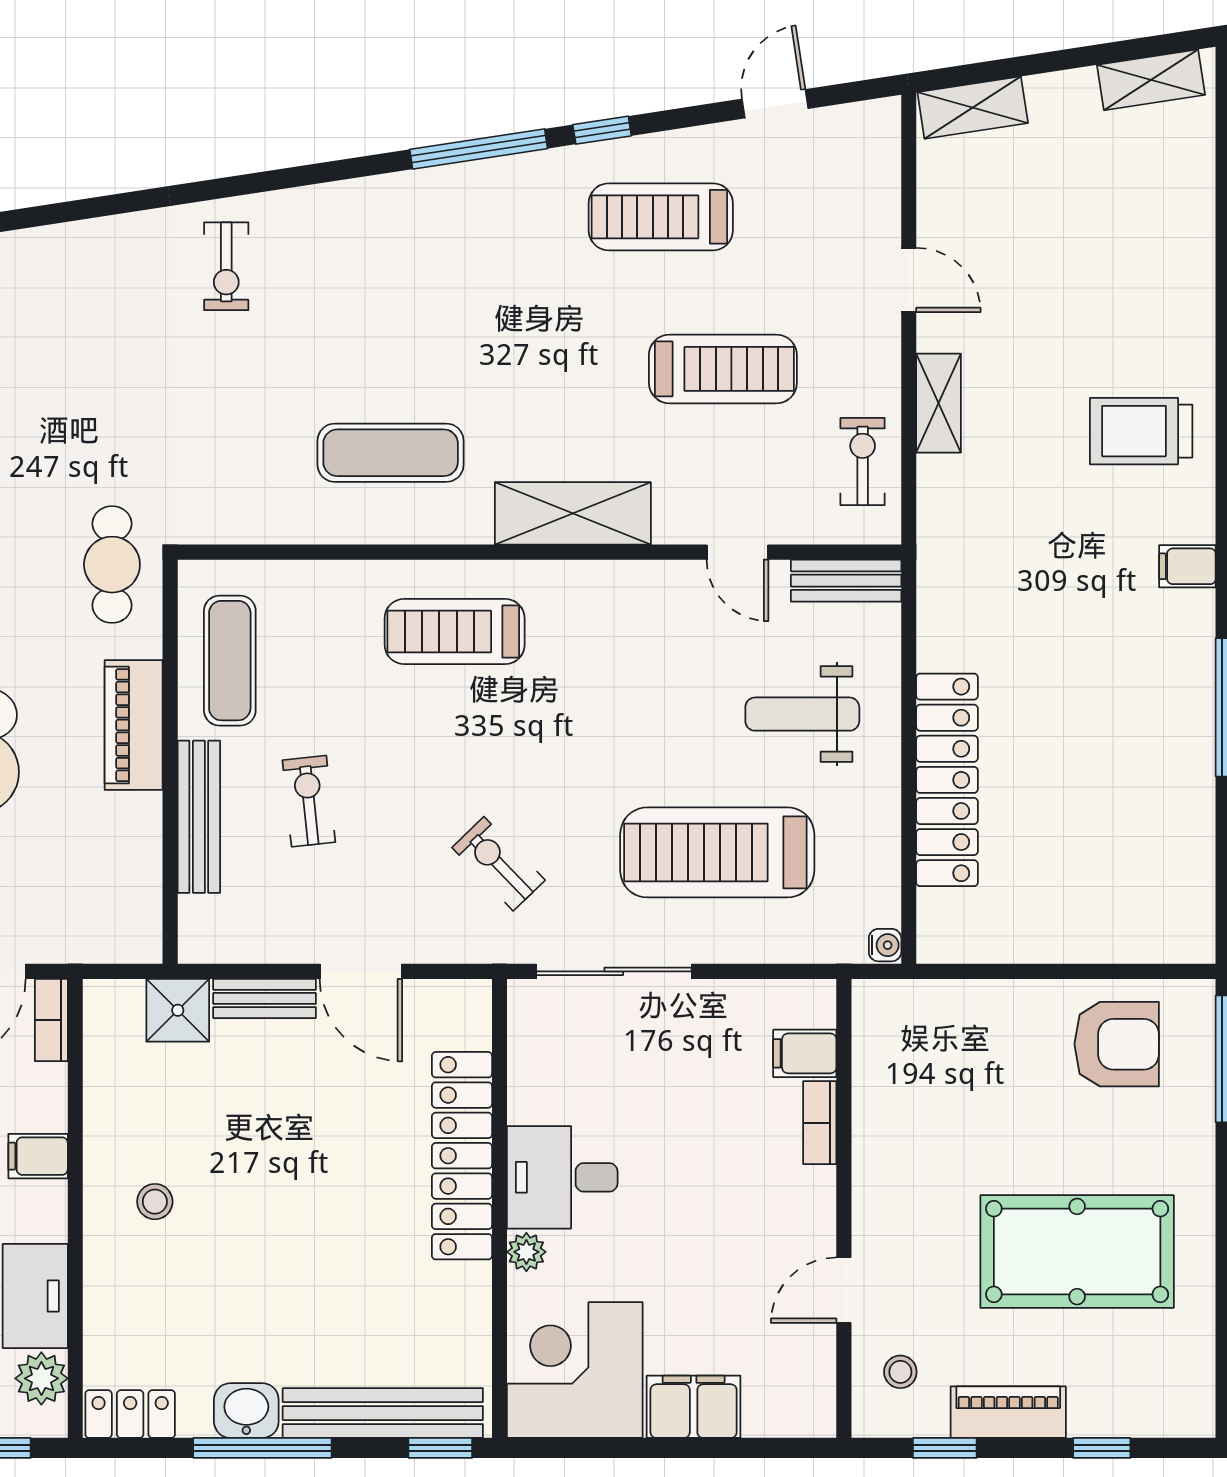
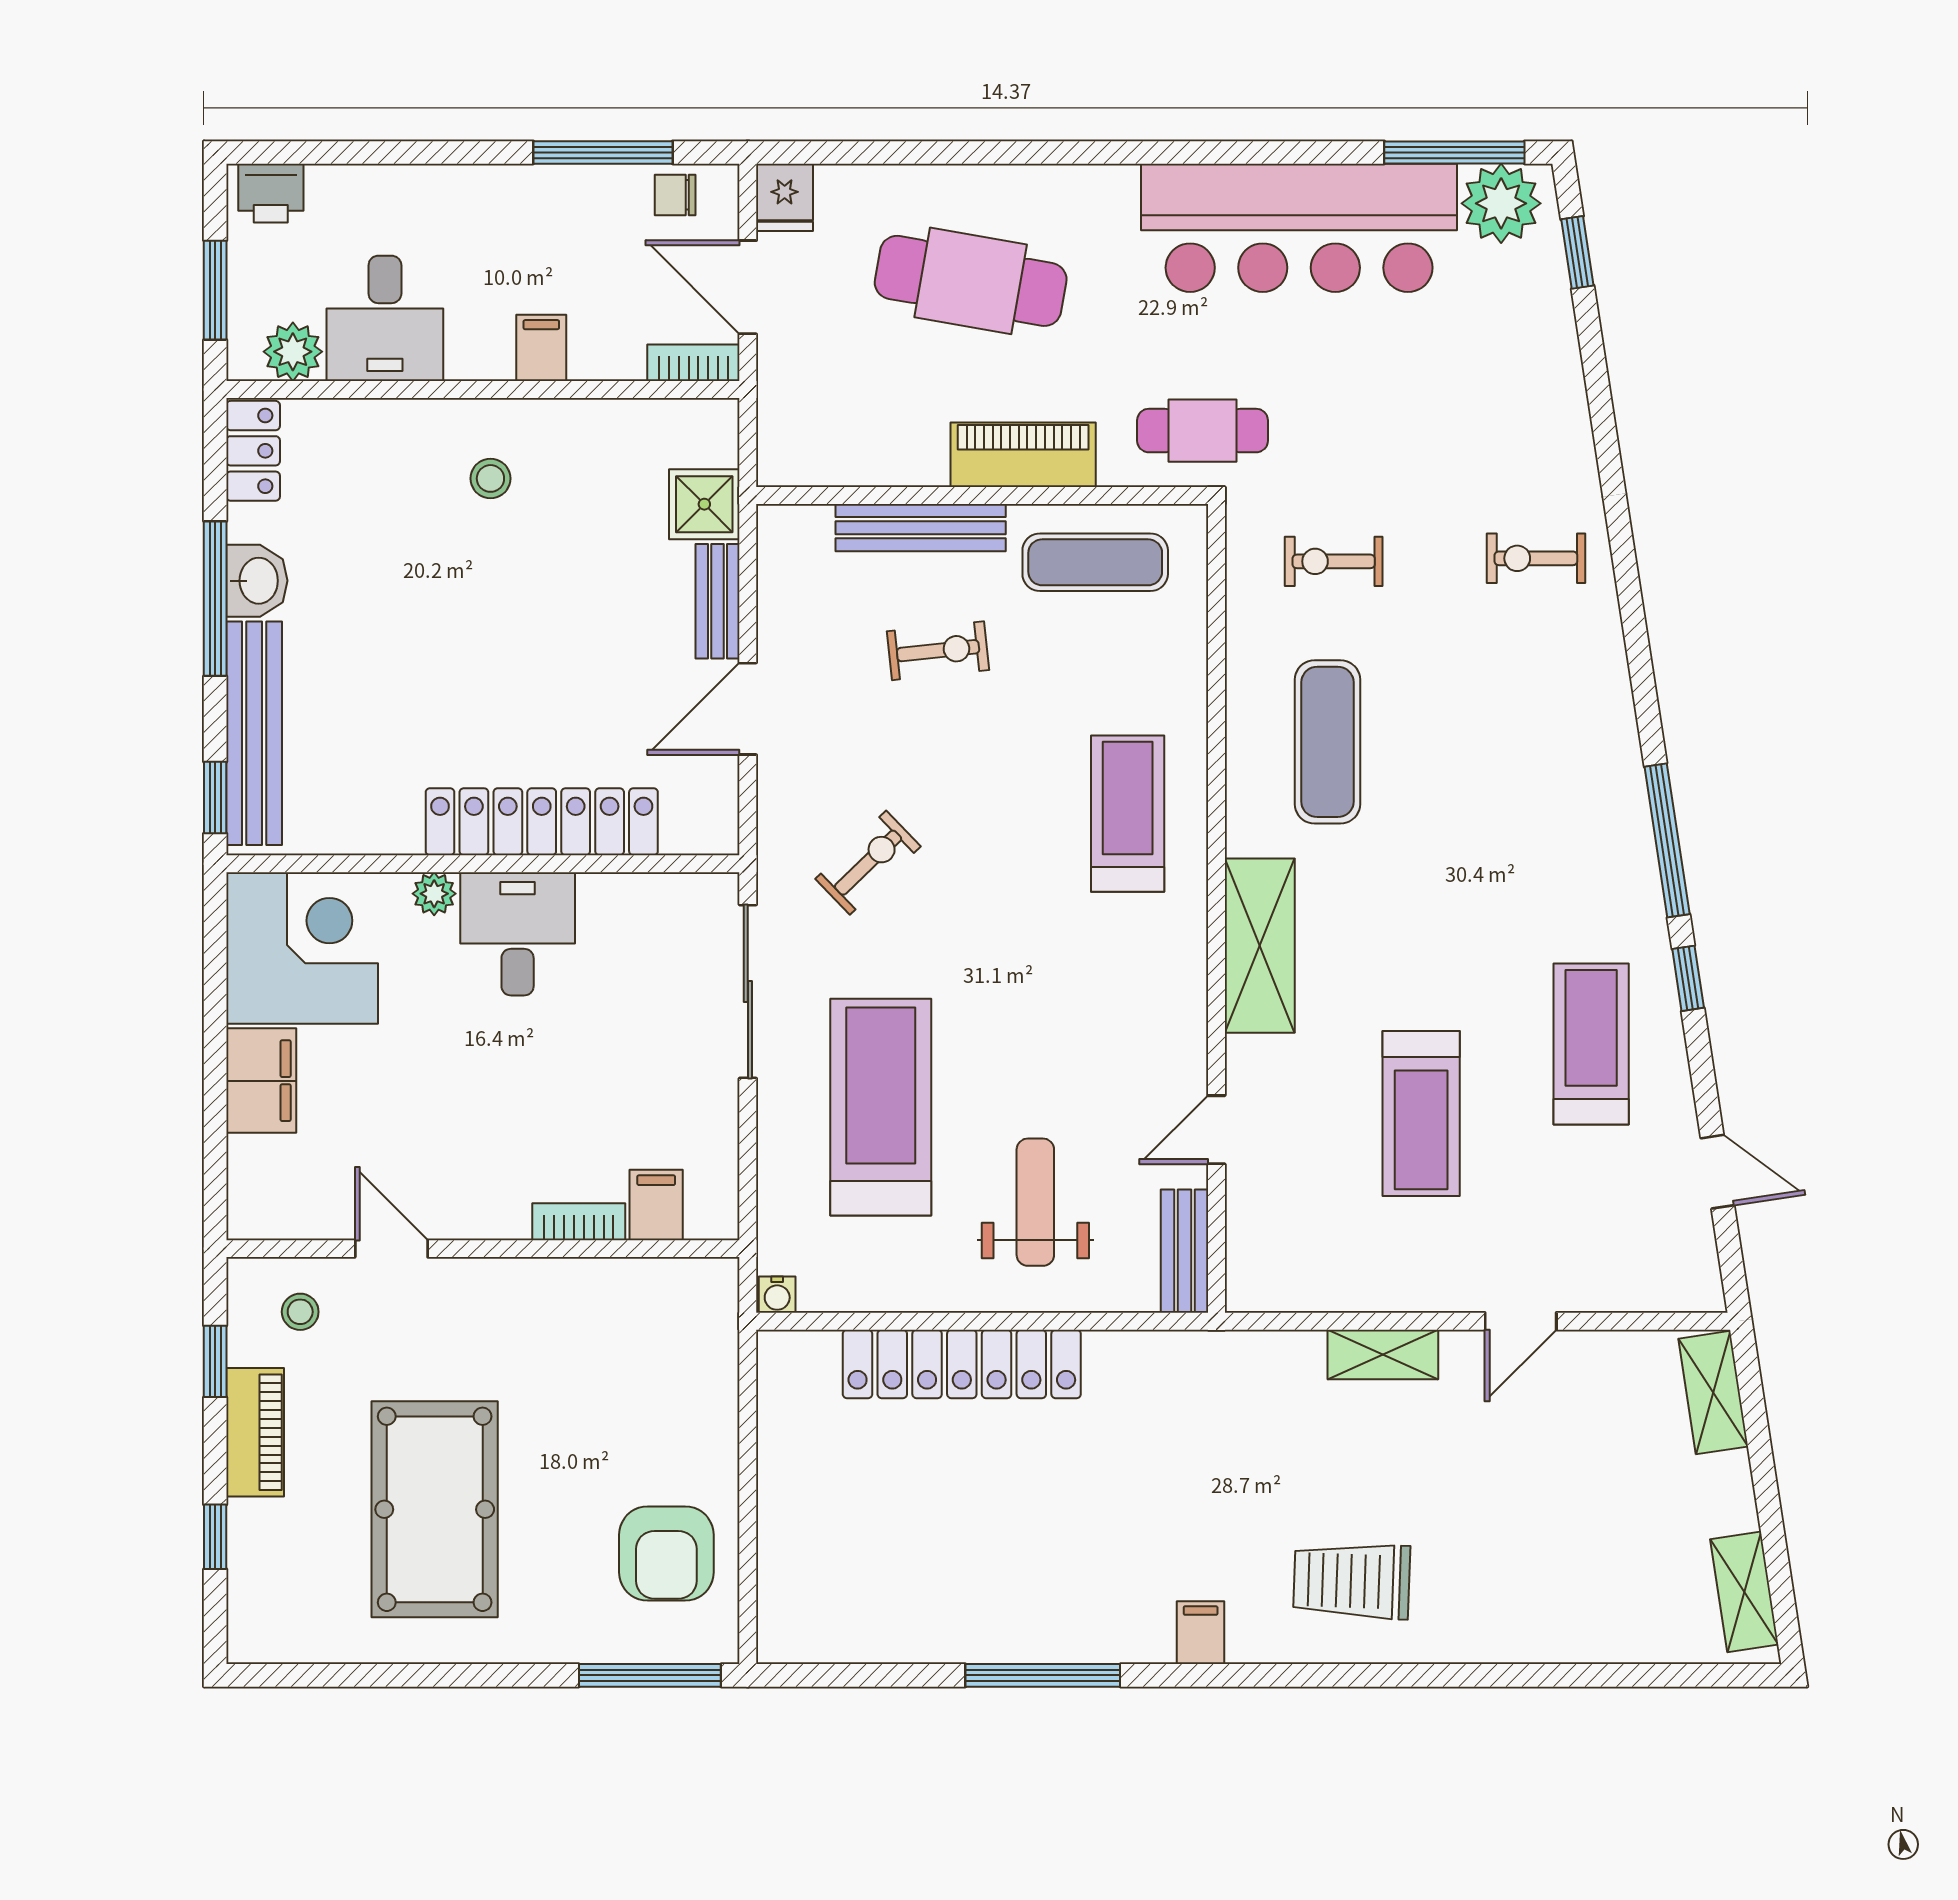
trolley: (1141, 431) -> (1352, 1581), turned -88
exercise bike: (863, 462) -> (1334, 561), moved, turned 180

